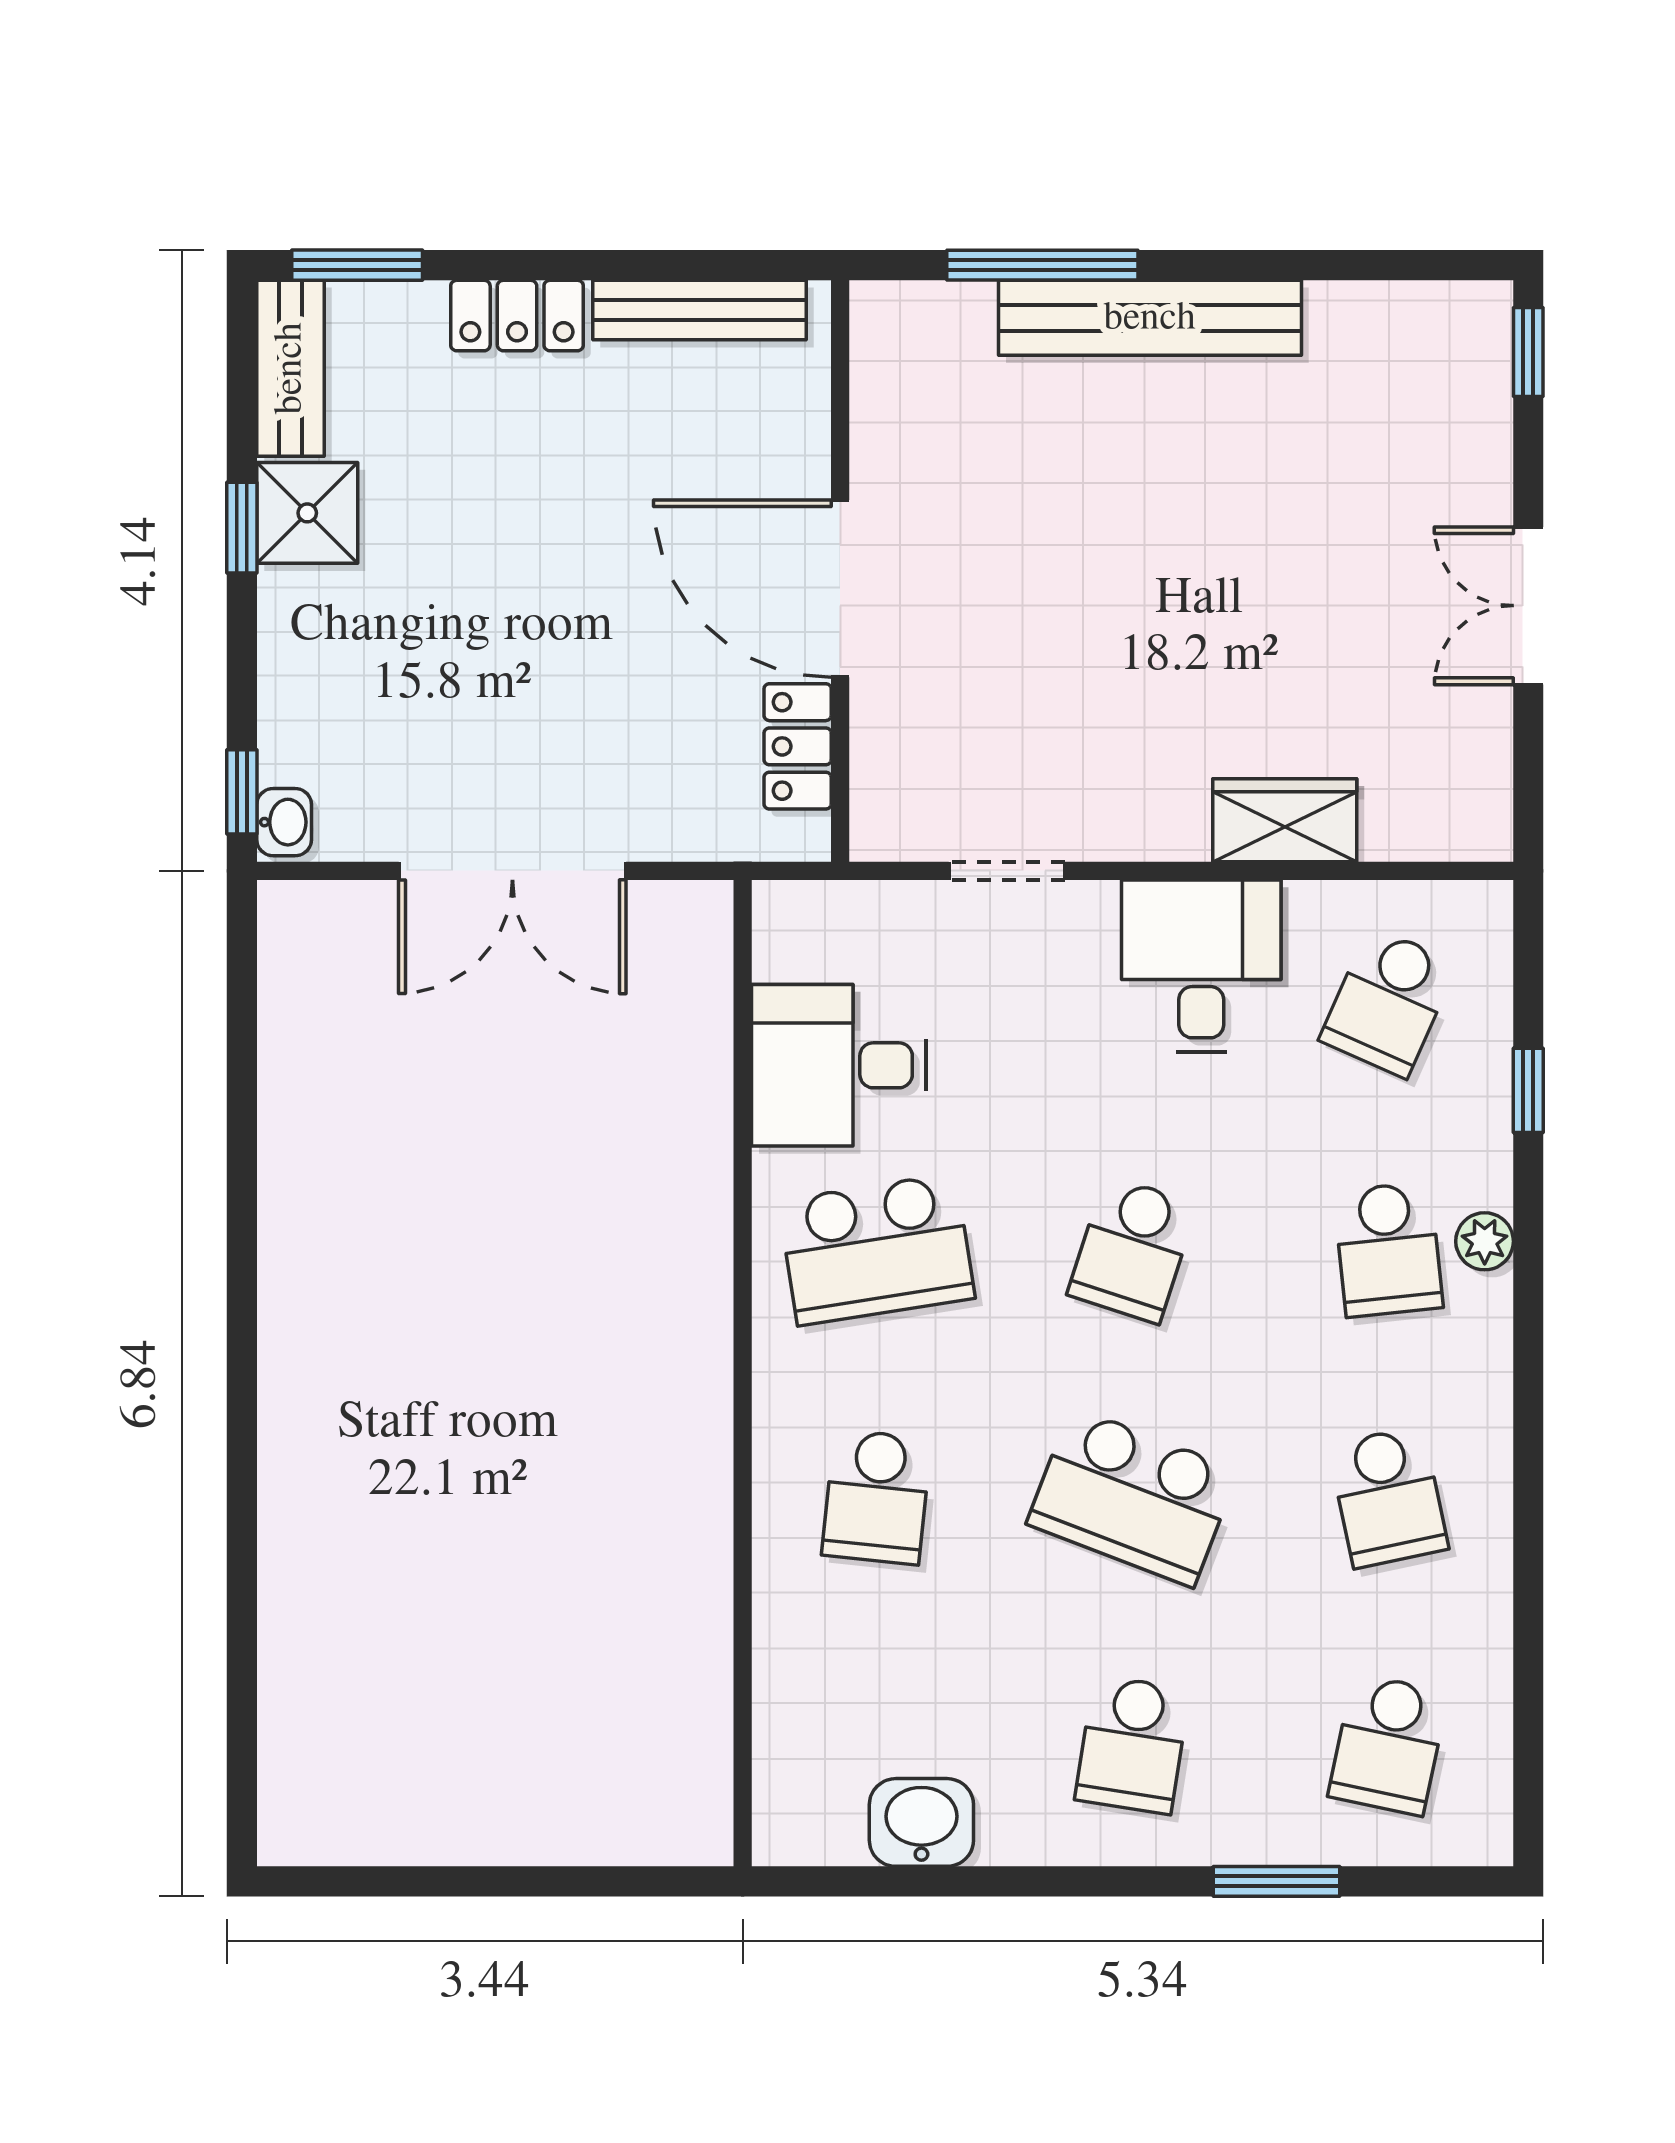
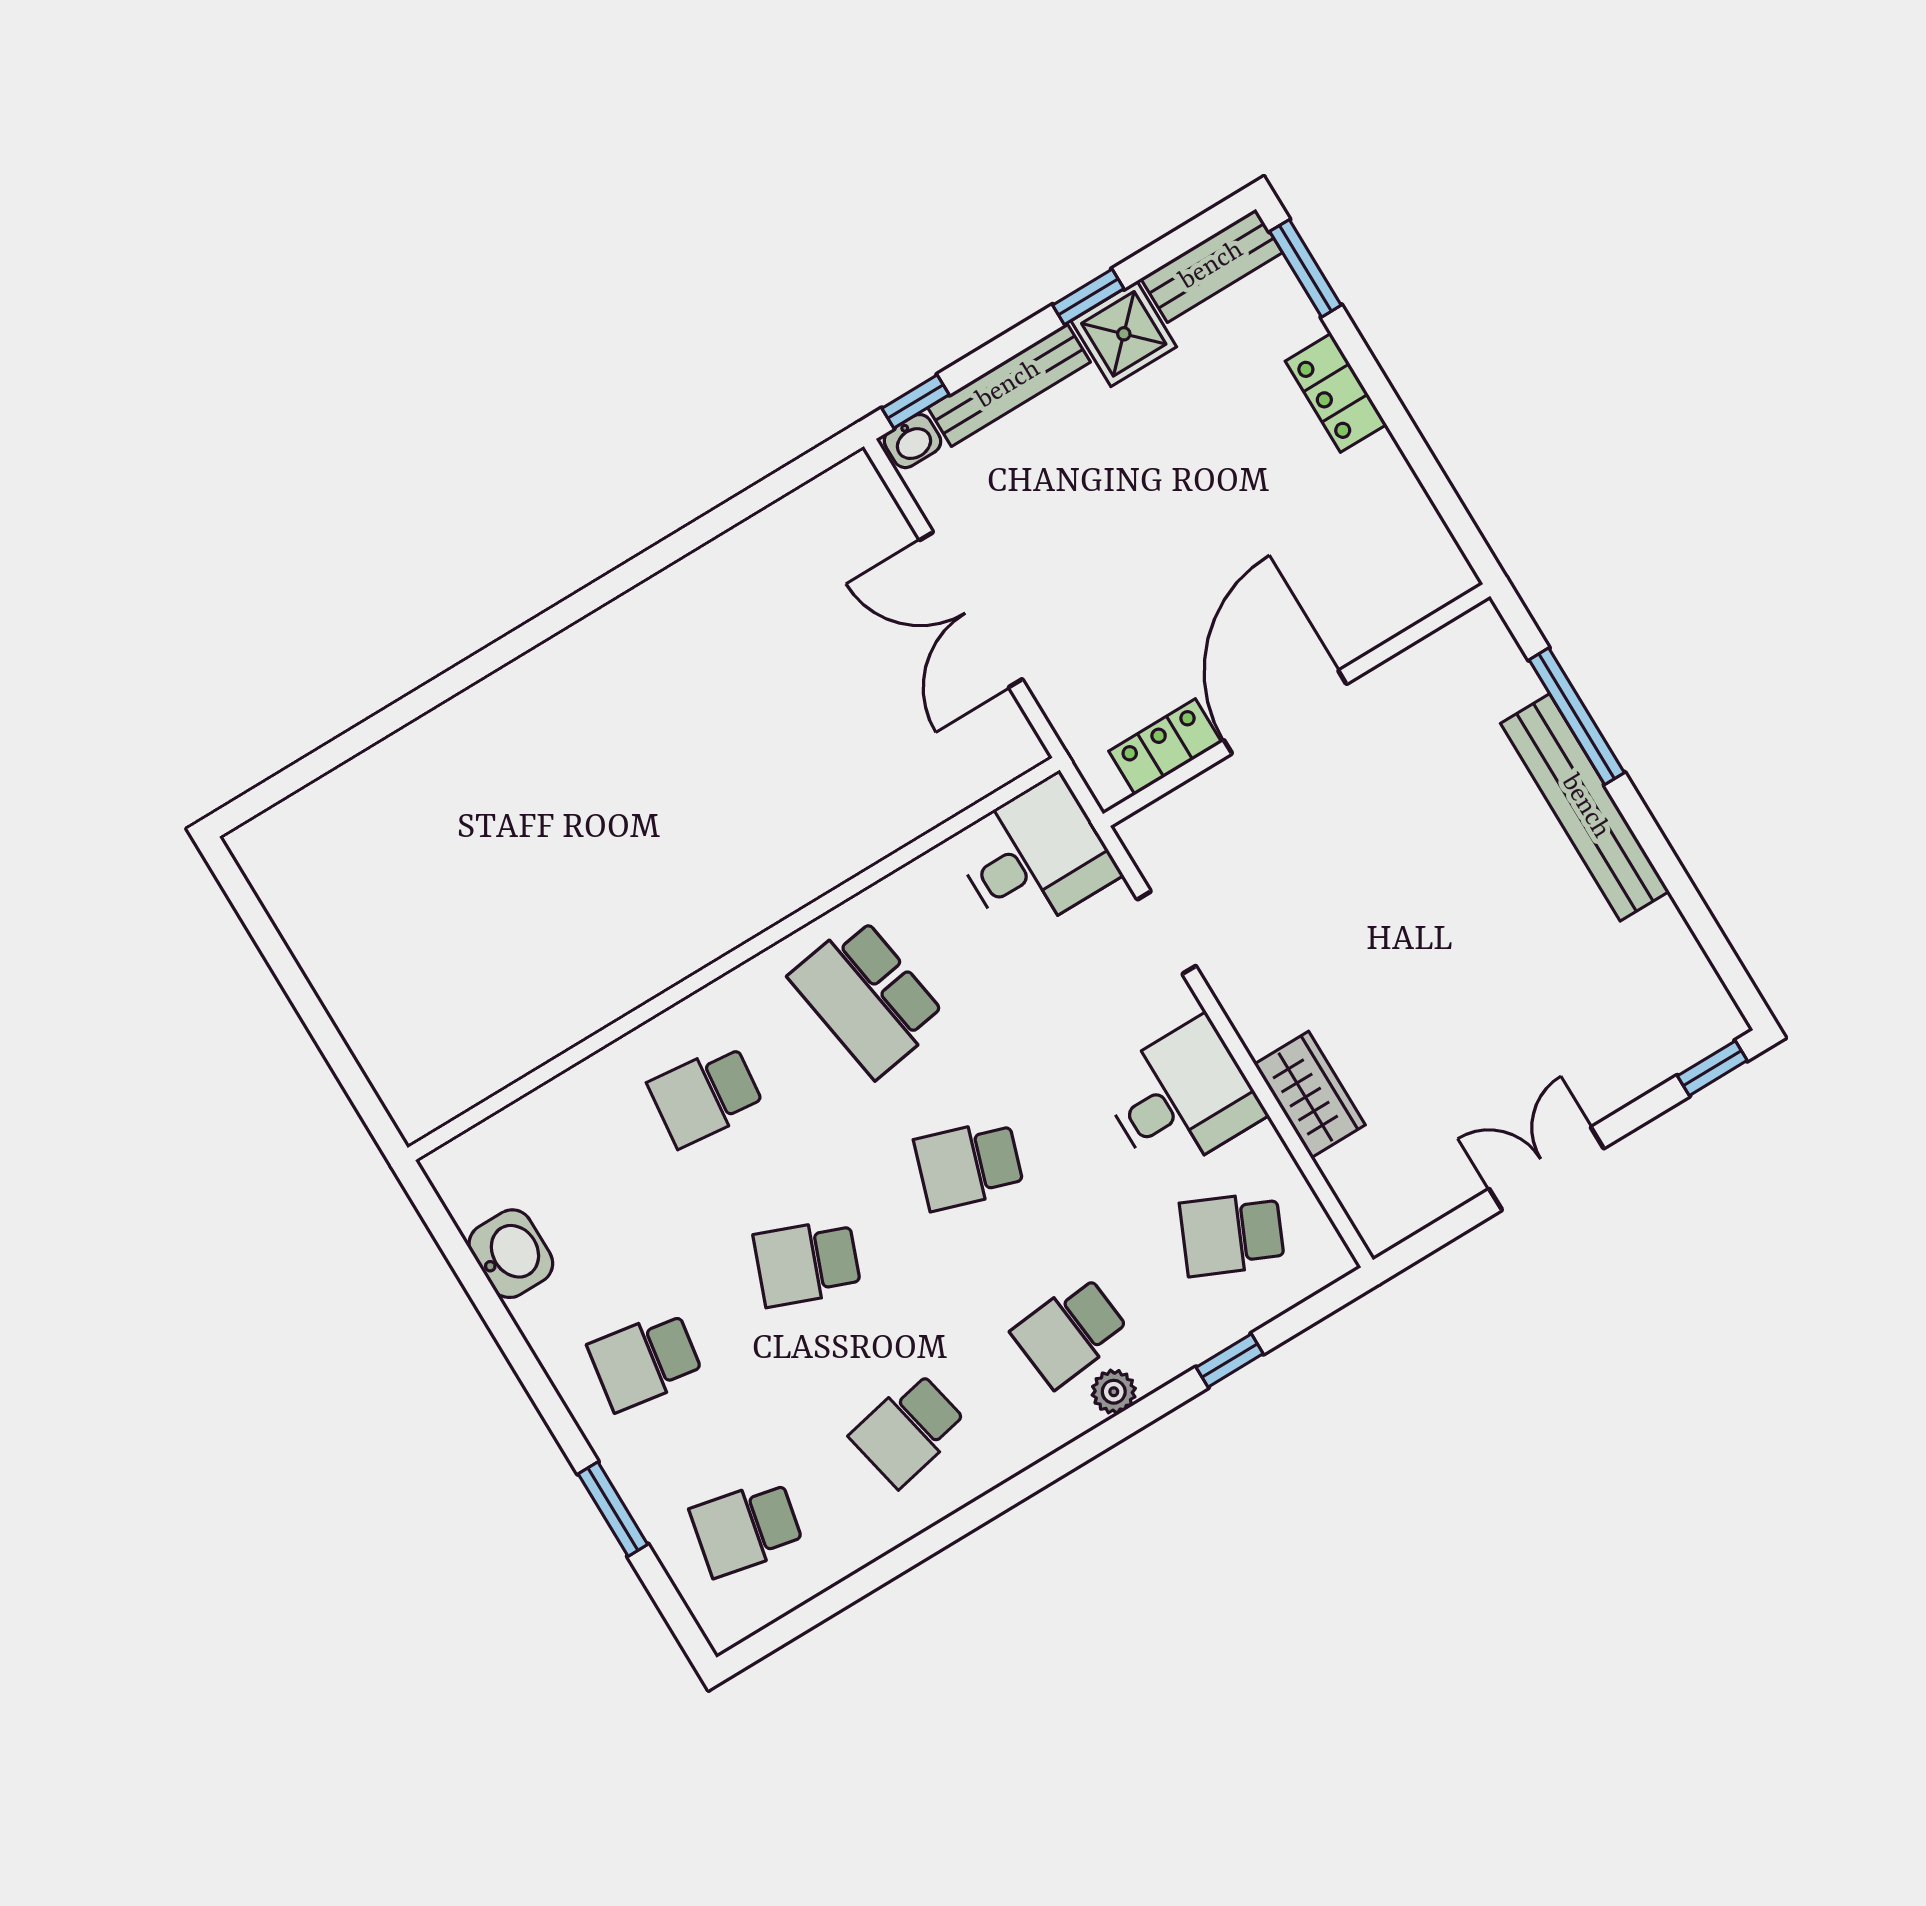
bench: (699, 310) -> (1009, 385), moved, turned 90
desk: (839, 1065) -> (1035, 857), moved, turned 90
school desk: (1132, 1497) -> (807, 1263), width x0.54

